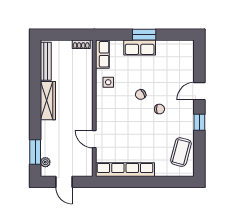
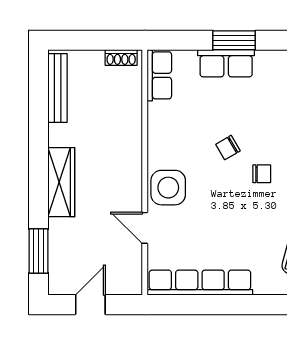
side table: (108, 82) -> (168, 188), moved, width x1.87, depth x1.87
wardrobe: (48, 101) -> (61, 182), moved
plant: (45, 162) -> (57, 269), removed
door: (64, 182) -> (90, 305), swing flipped

